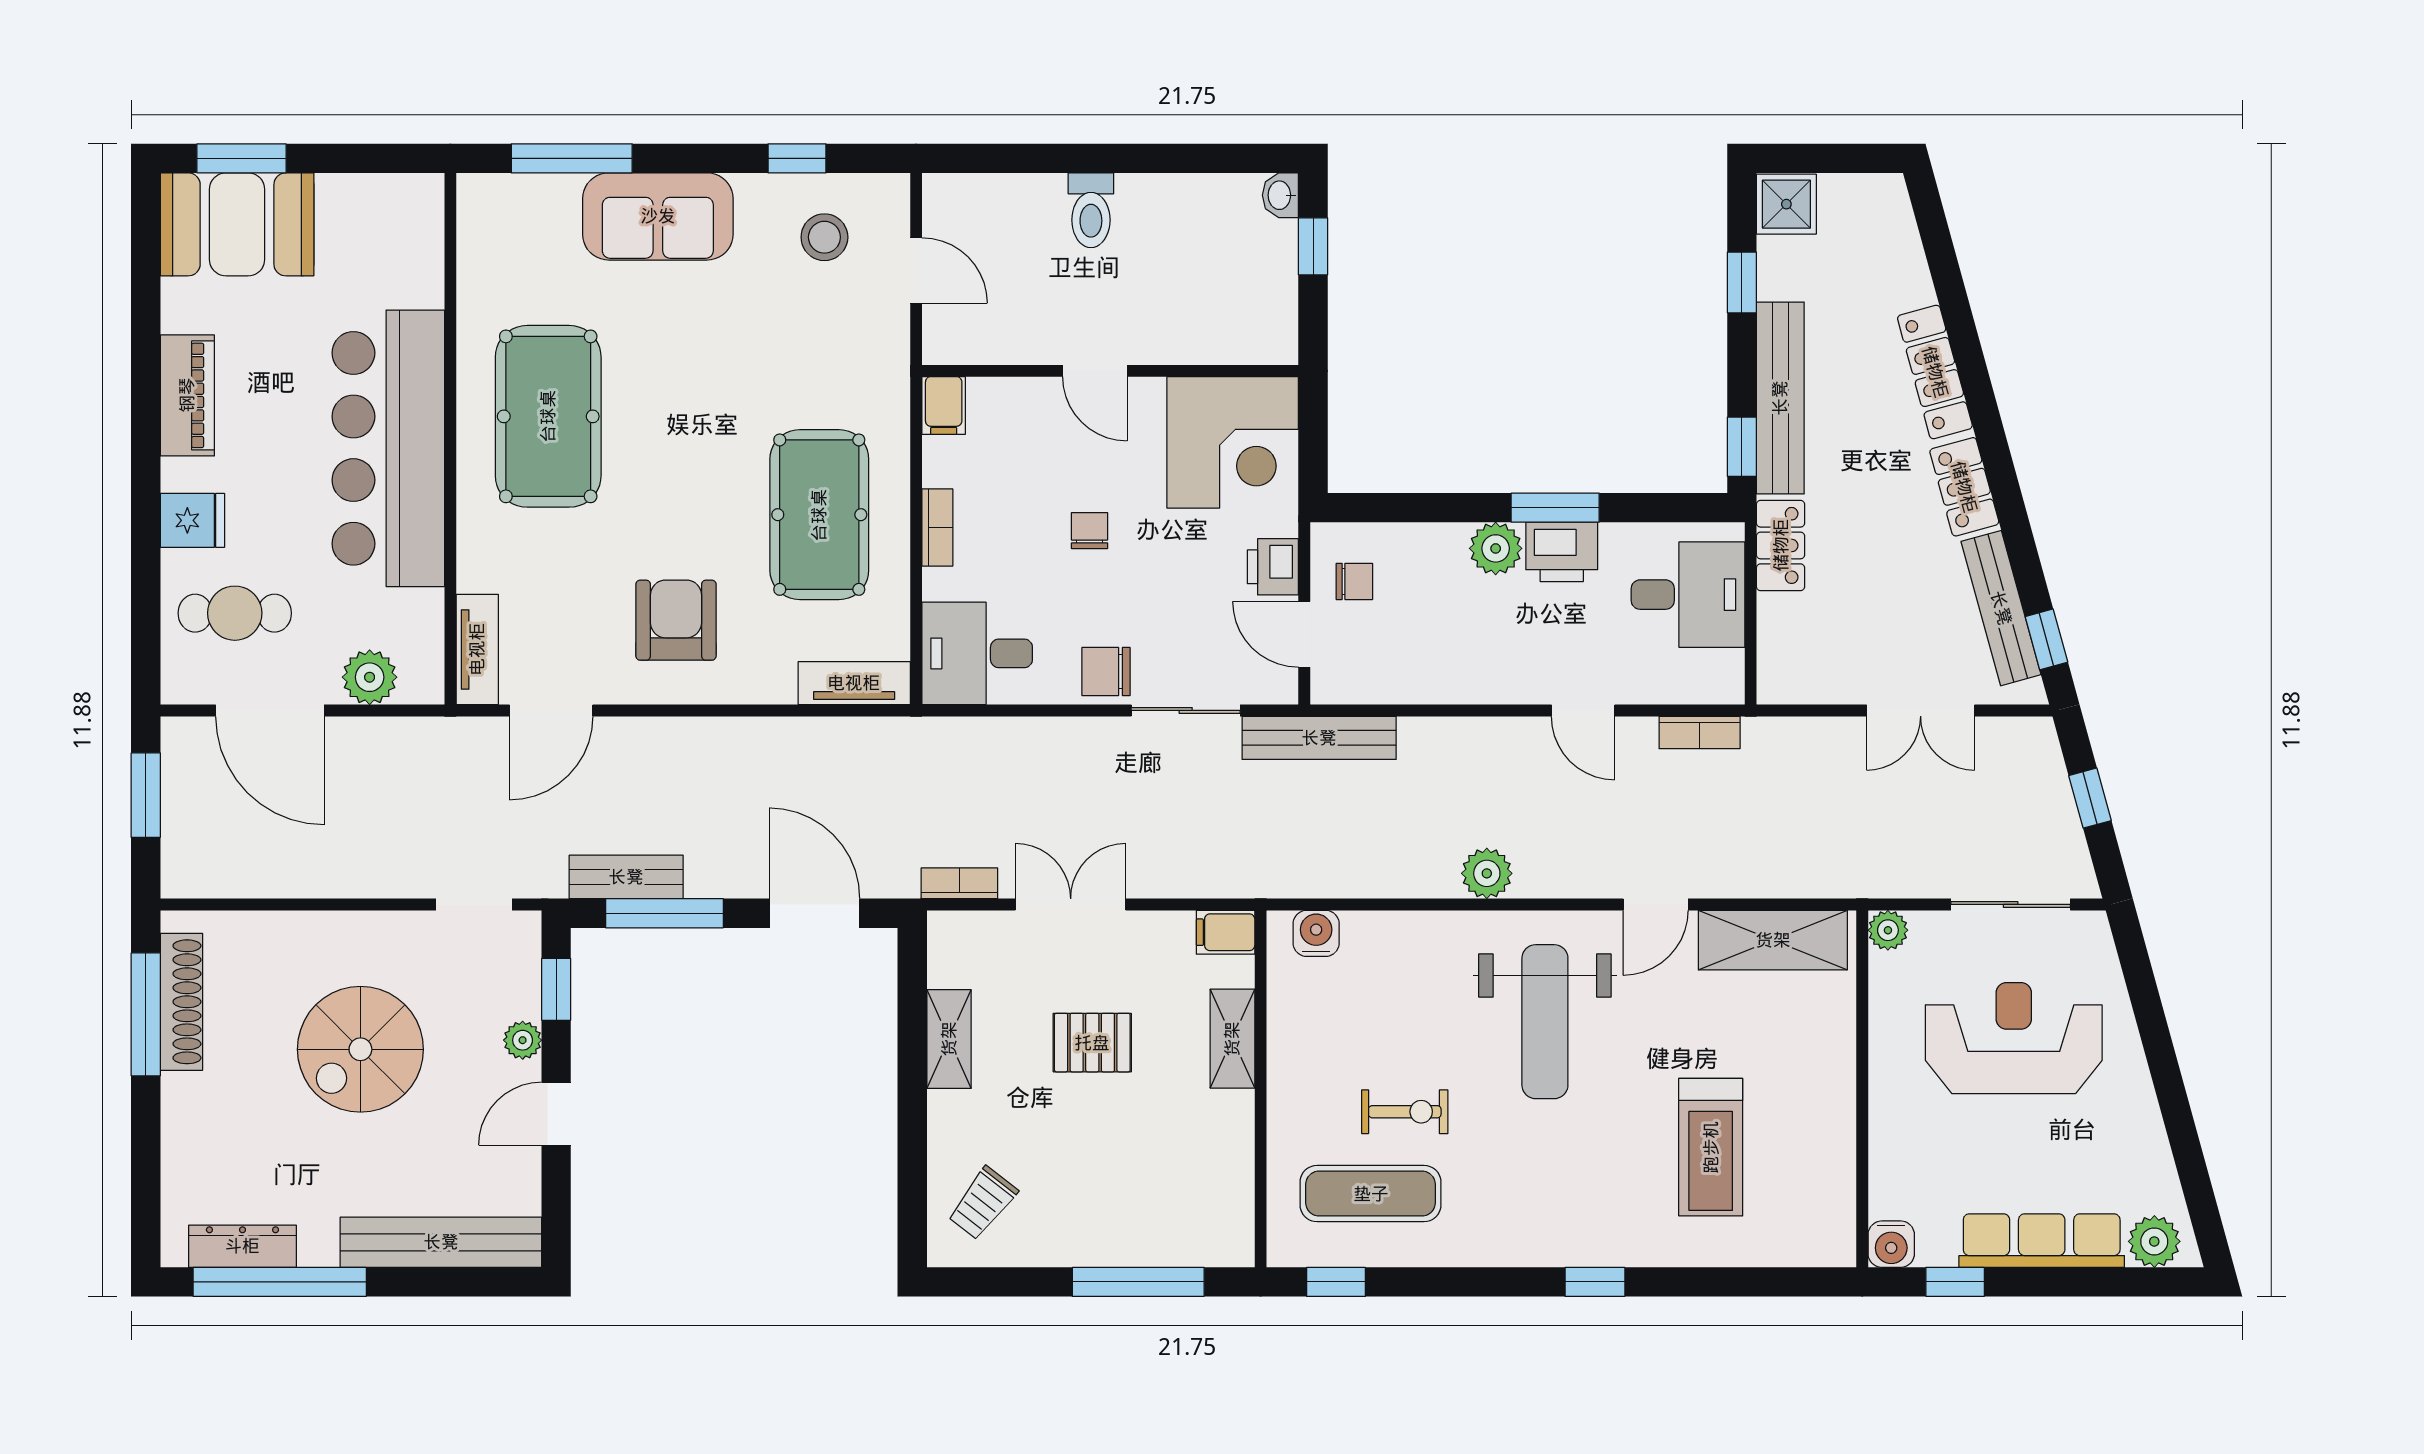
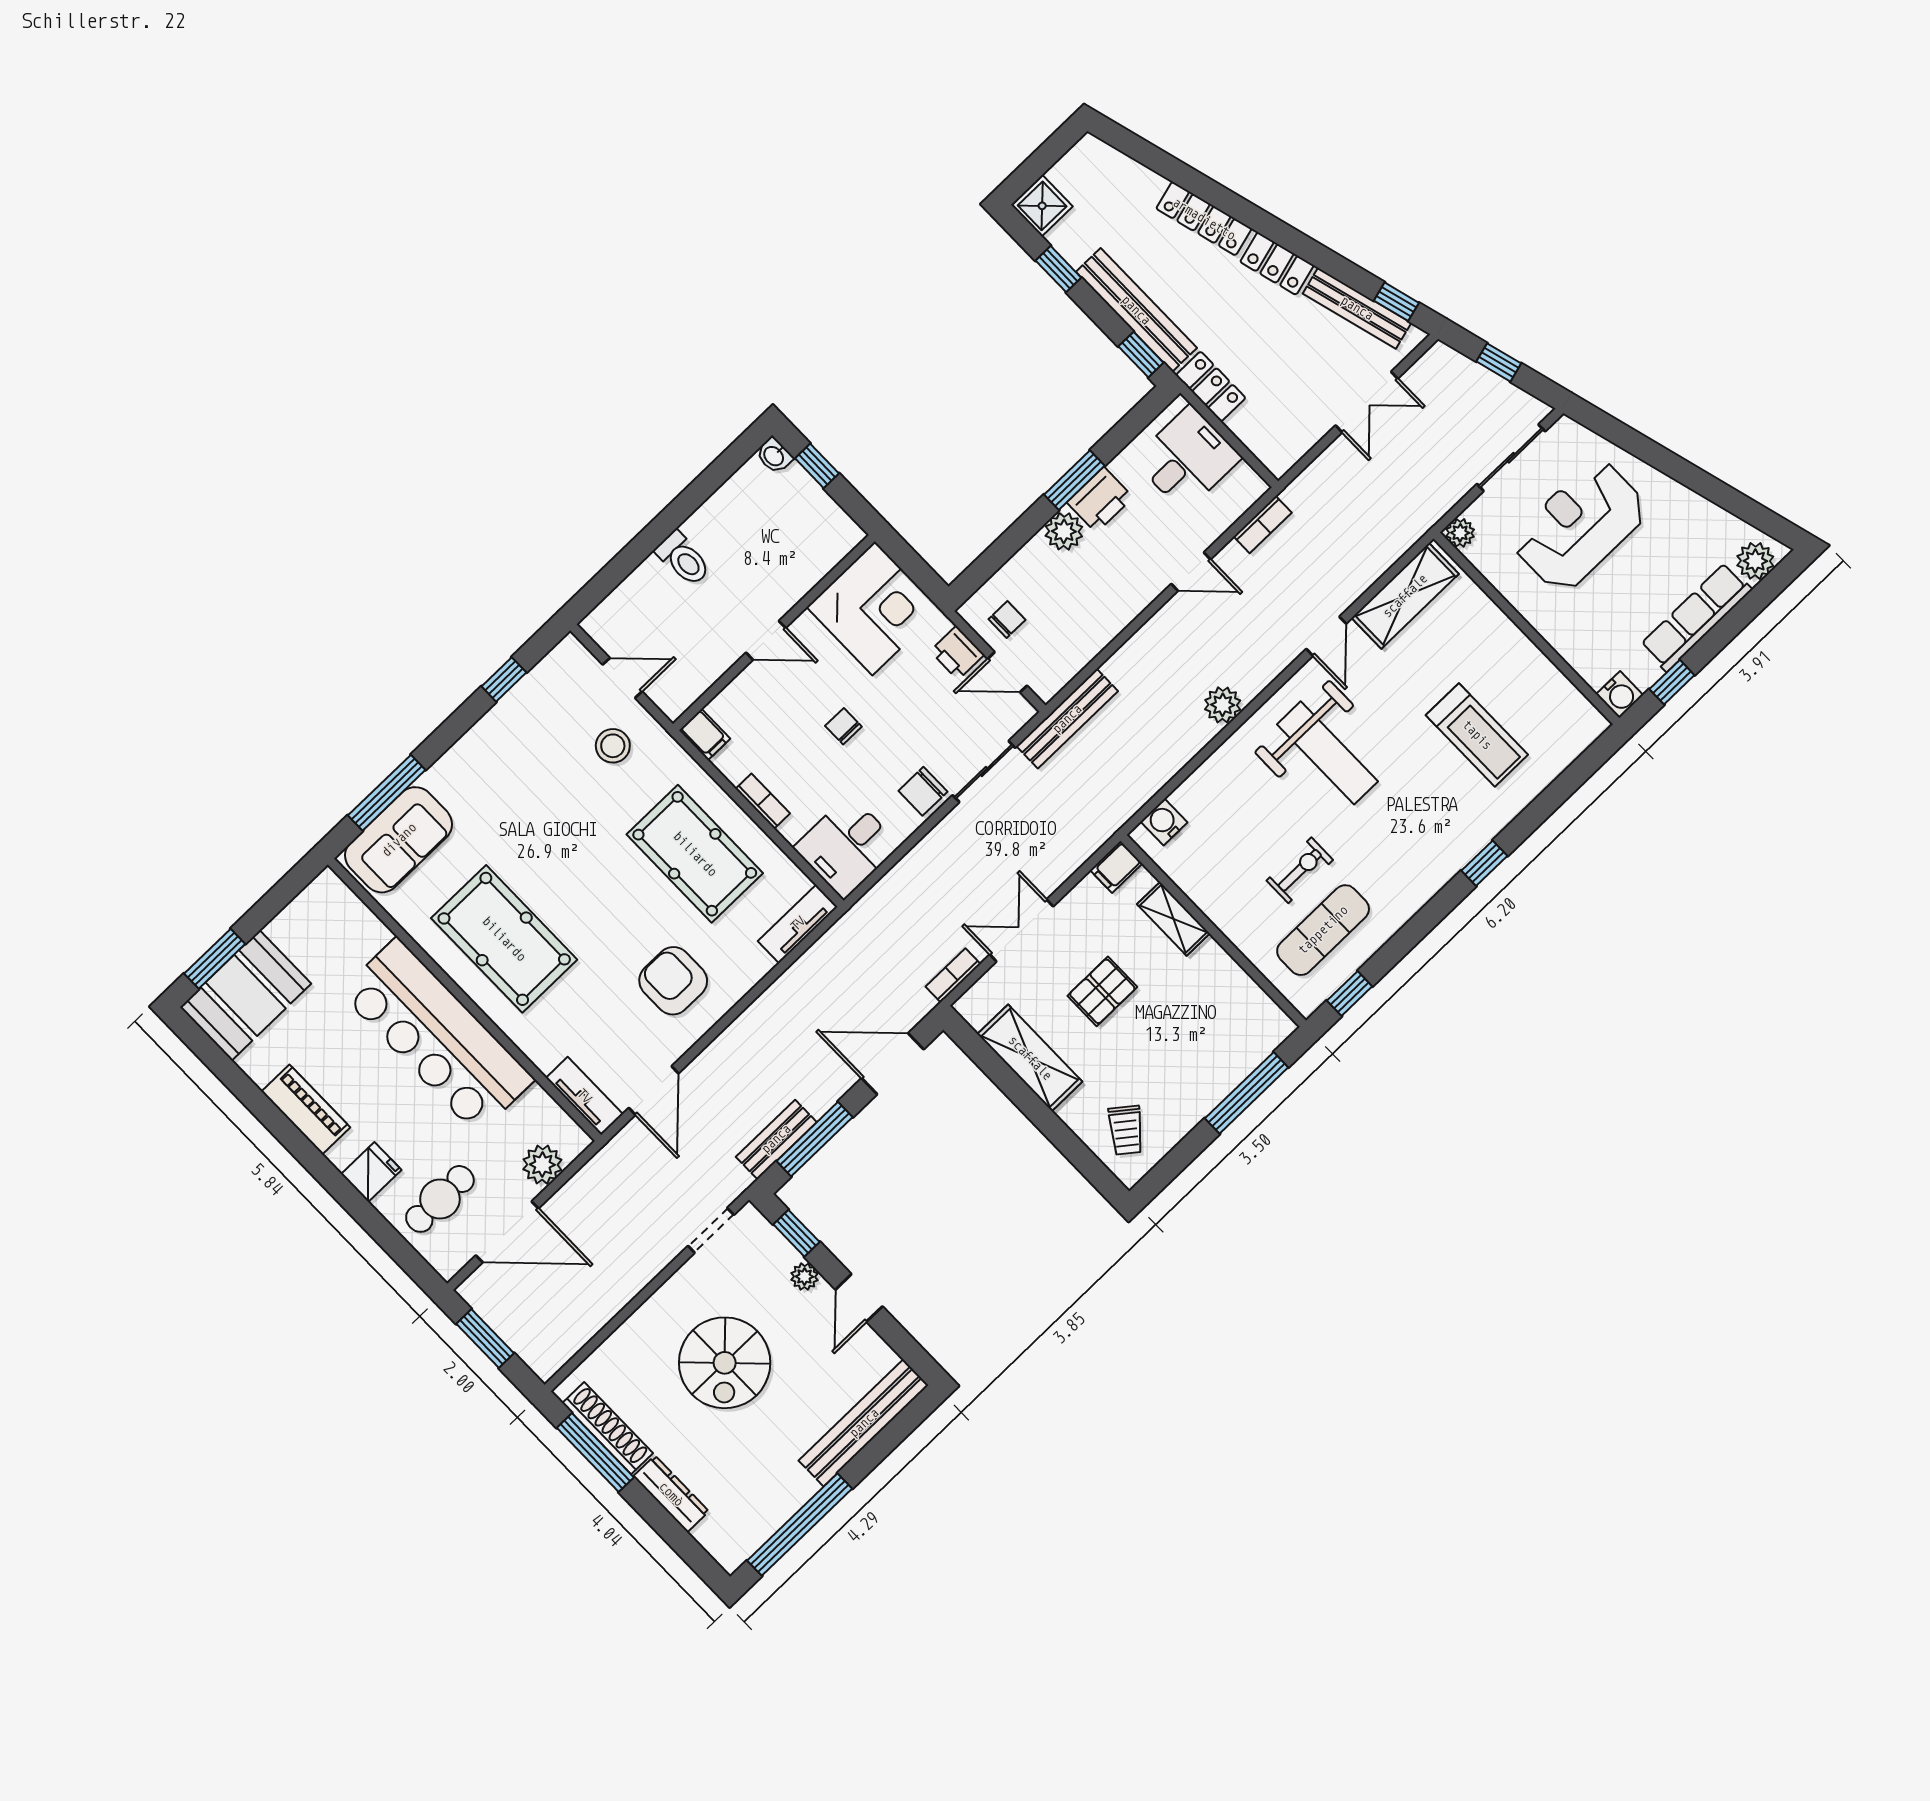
sofa: (658, 216) -> (399, 840), moved
stool: (824, 237) -> (613, 746), moved
shelving: (949, 1039) -> (1030, 1058), width x1.50, depth x1.33
dresser: (242, 1246) -> (671, 1494), moved, turned 90

